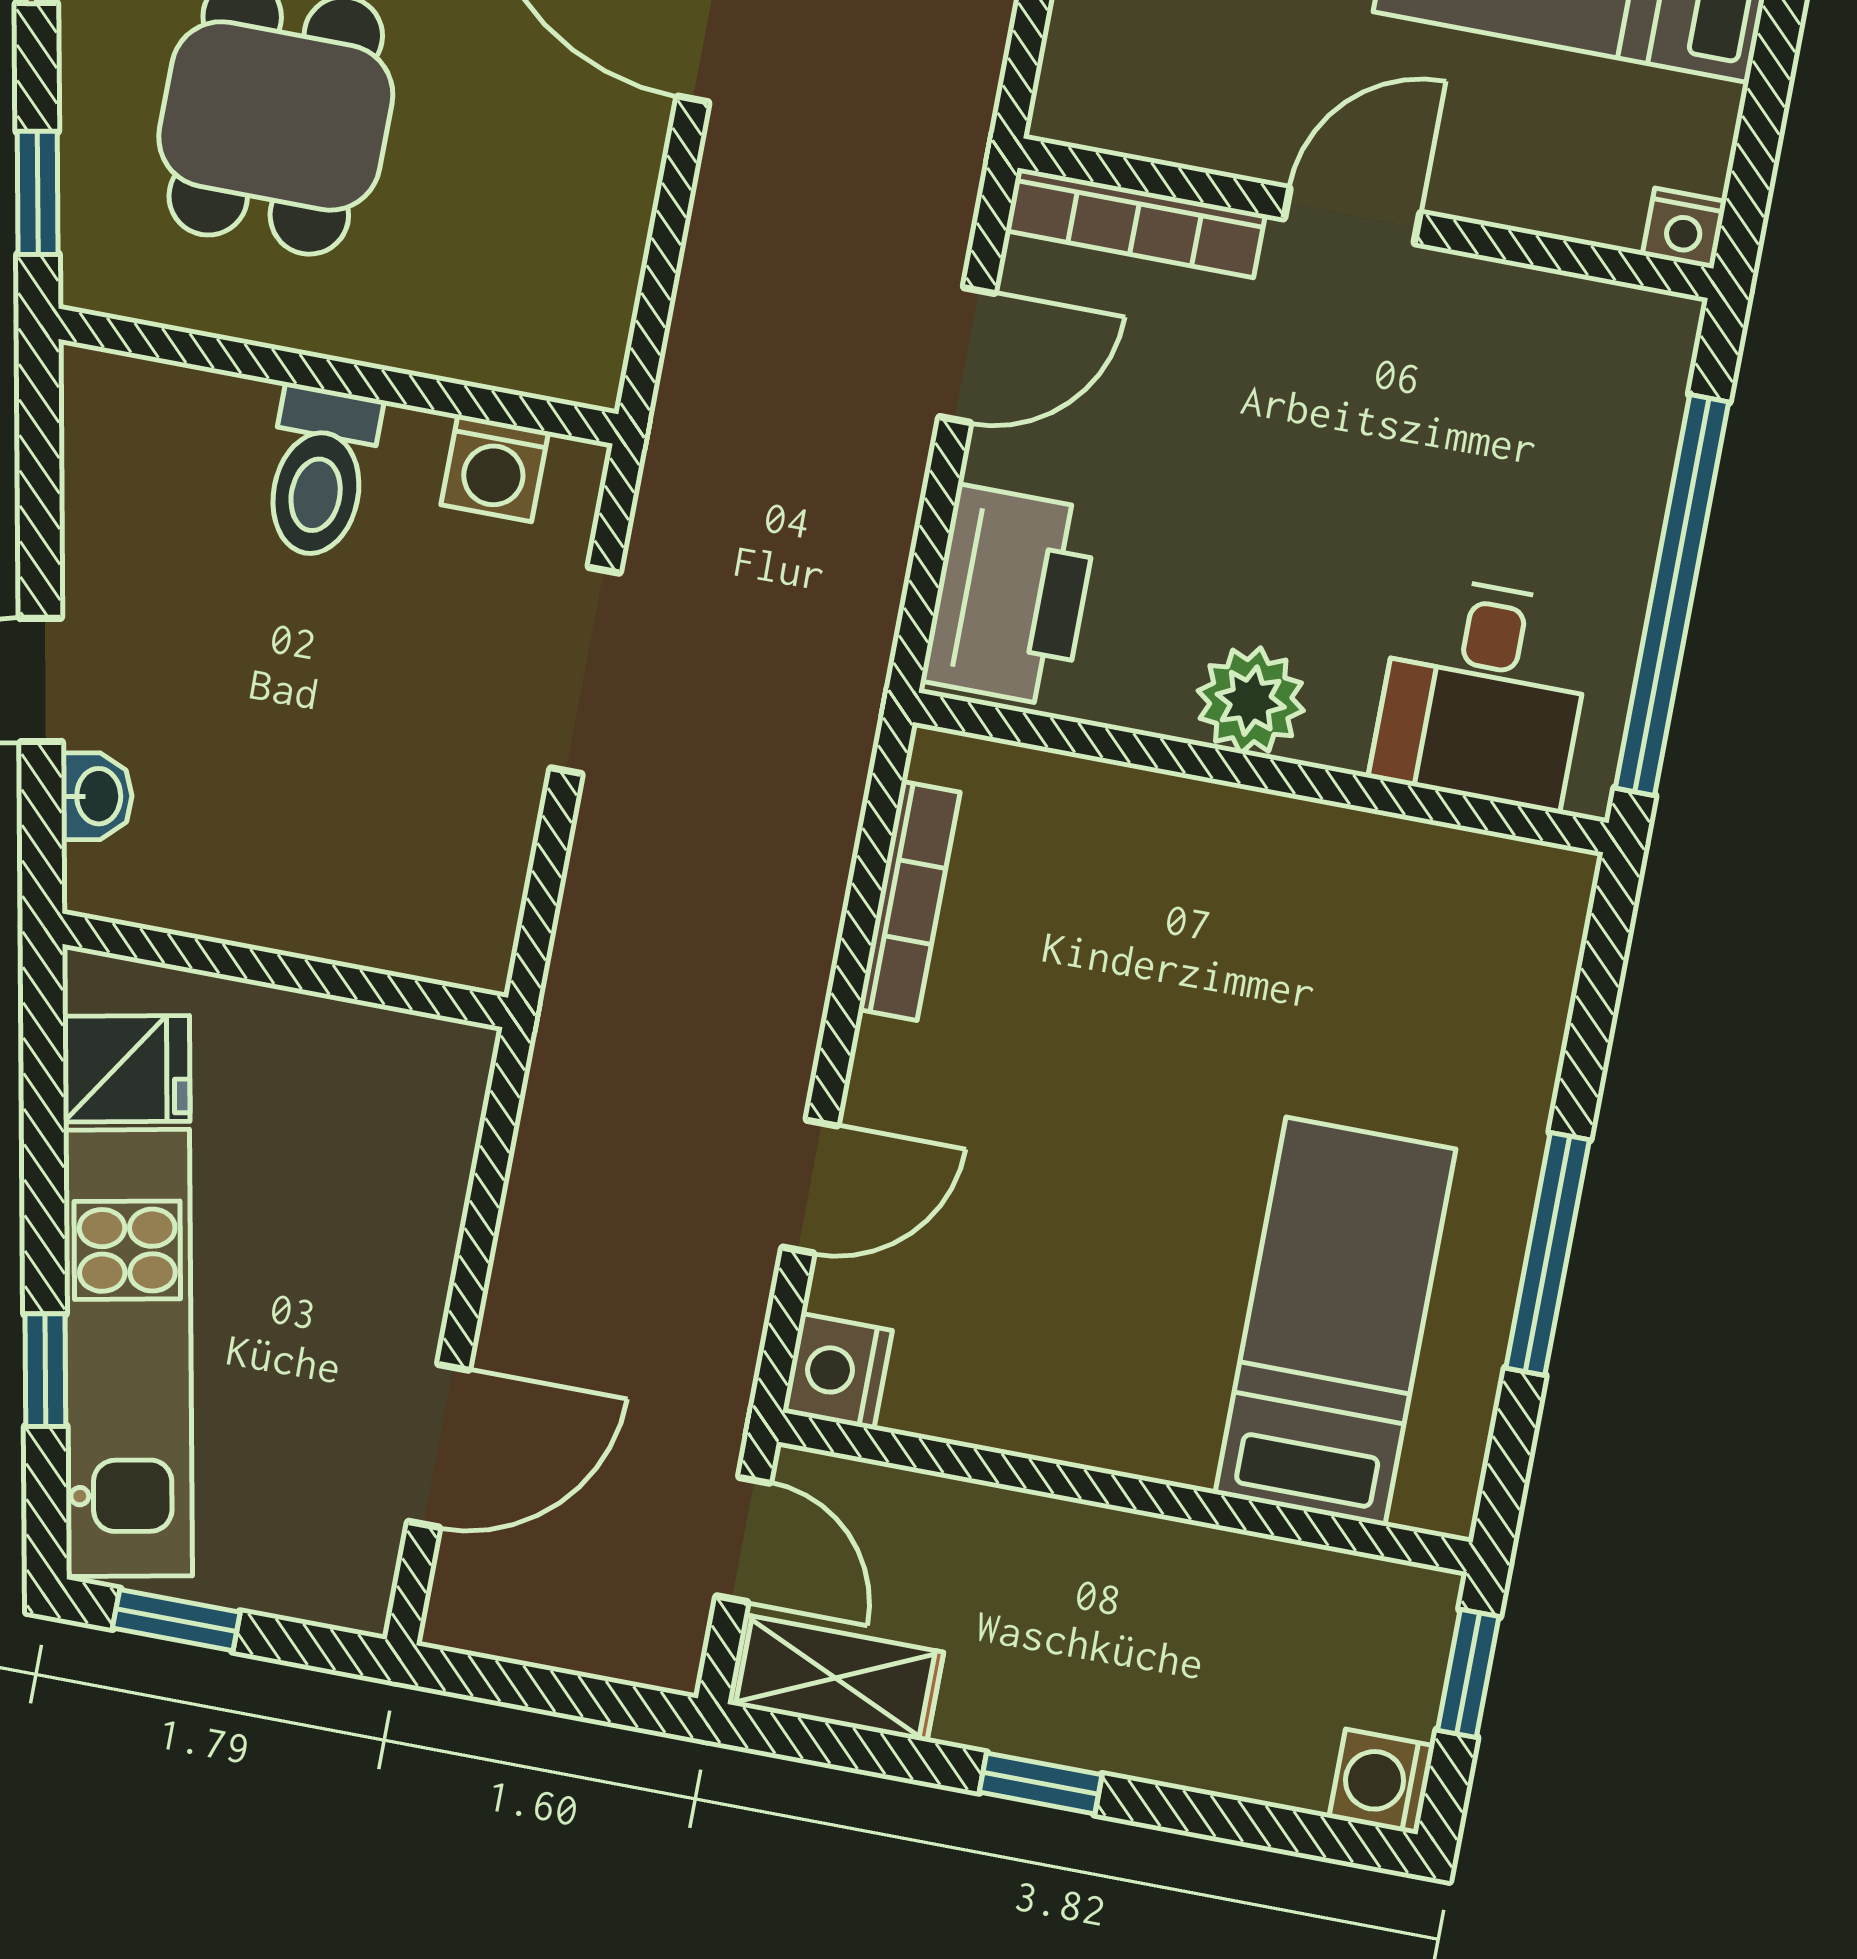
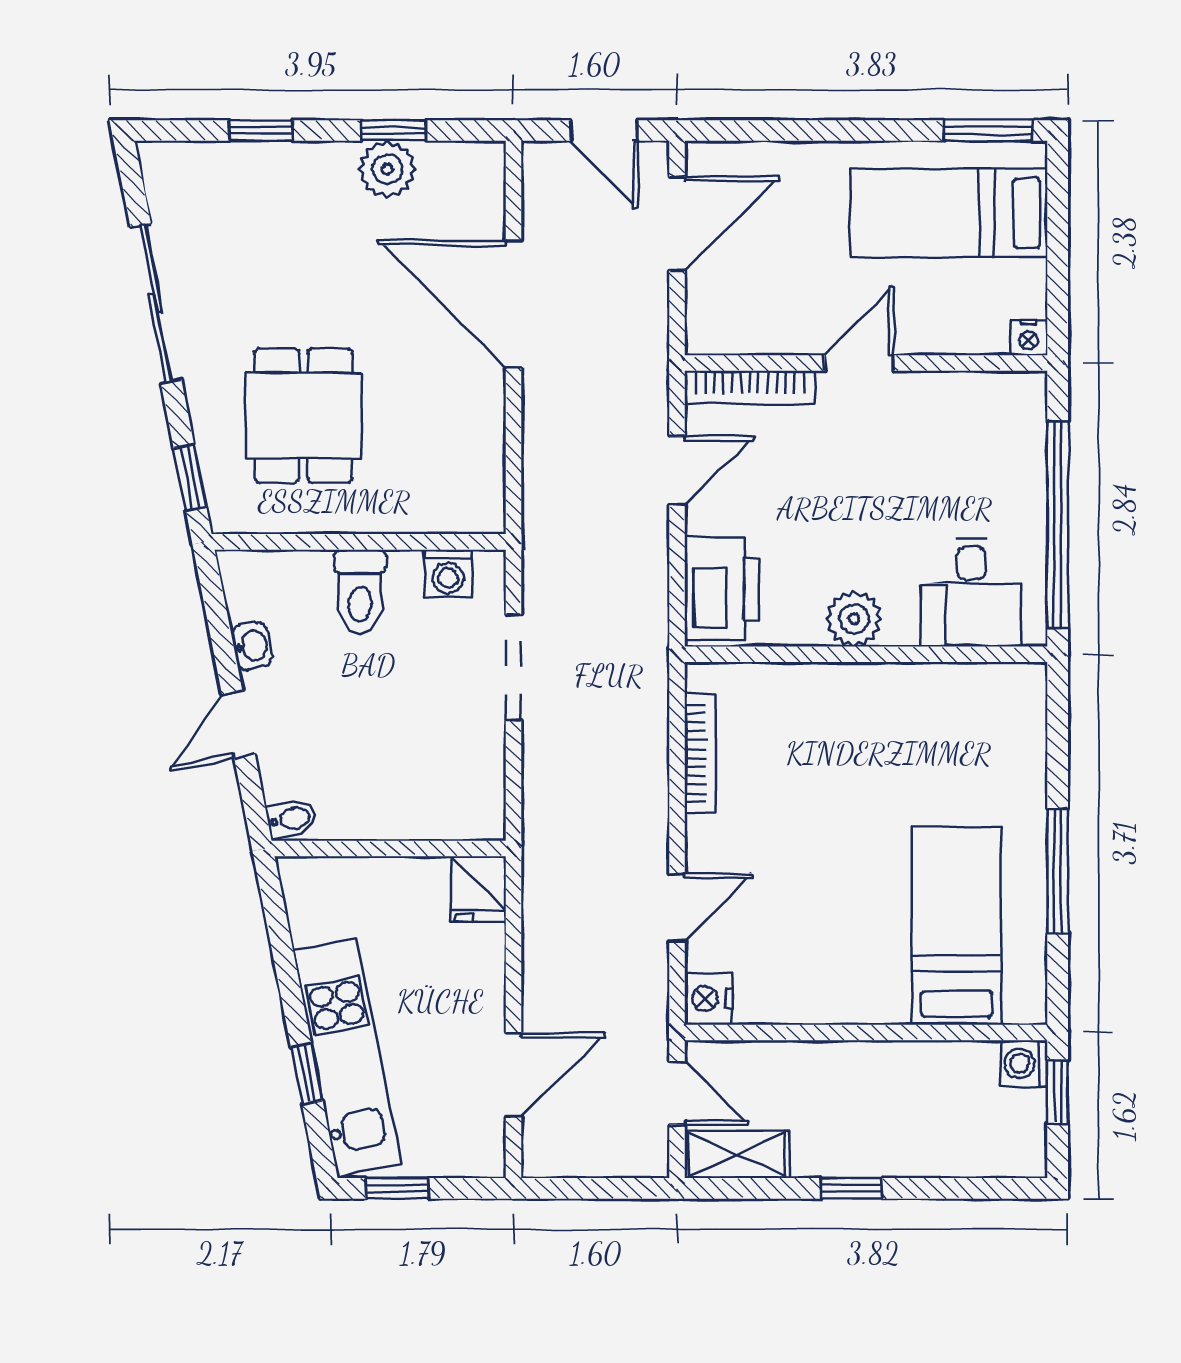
washbasin: (97, 796) -> (252, 646), moved
bidet: (108, 879) -> (292, 819), added
fridge: (126, 1069) -> (478, 889), moved, turned 101
washing machine: (1382, 1782) -> (1024, 1063), moved

